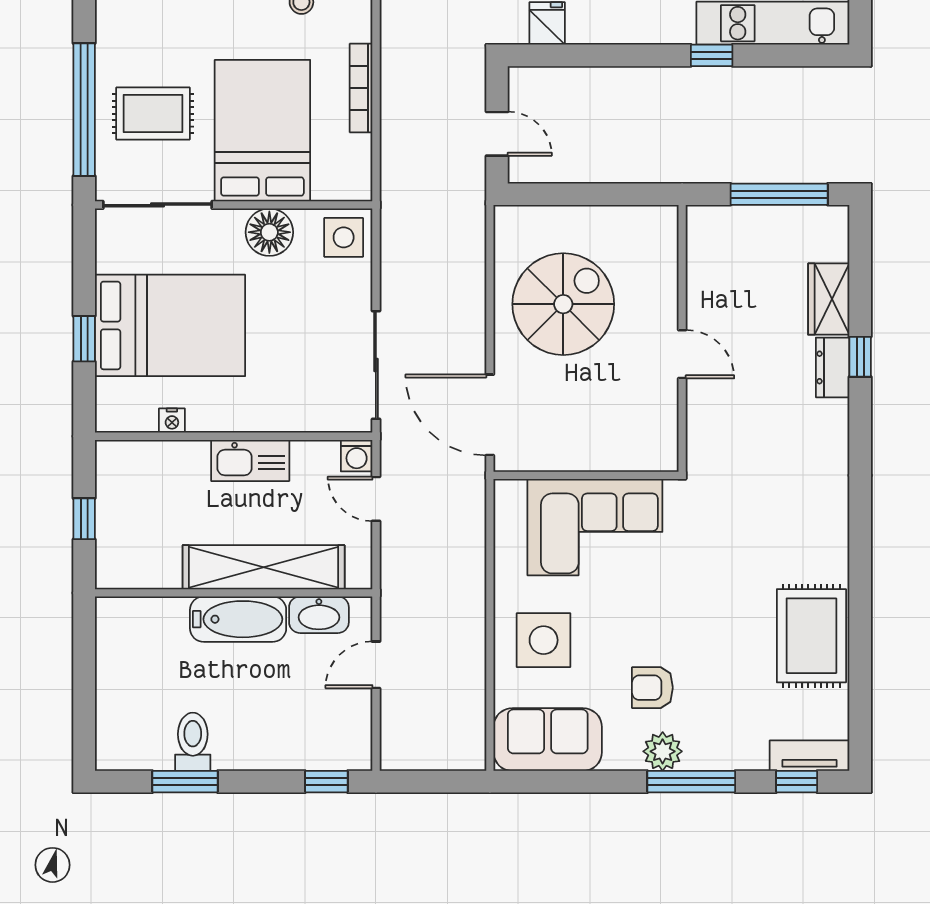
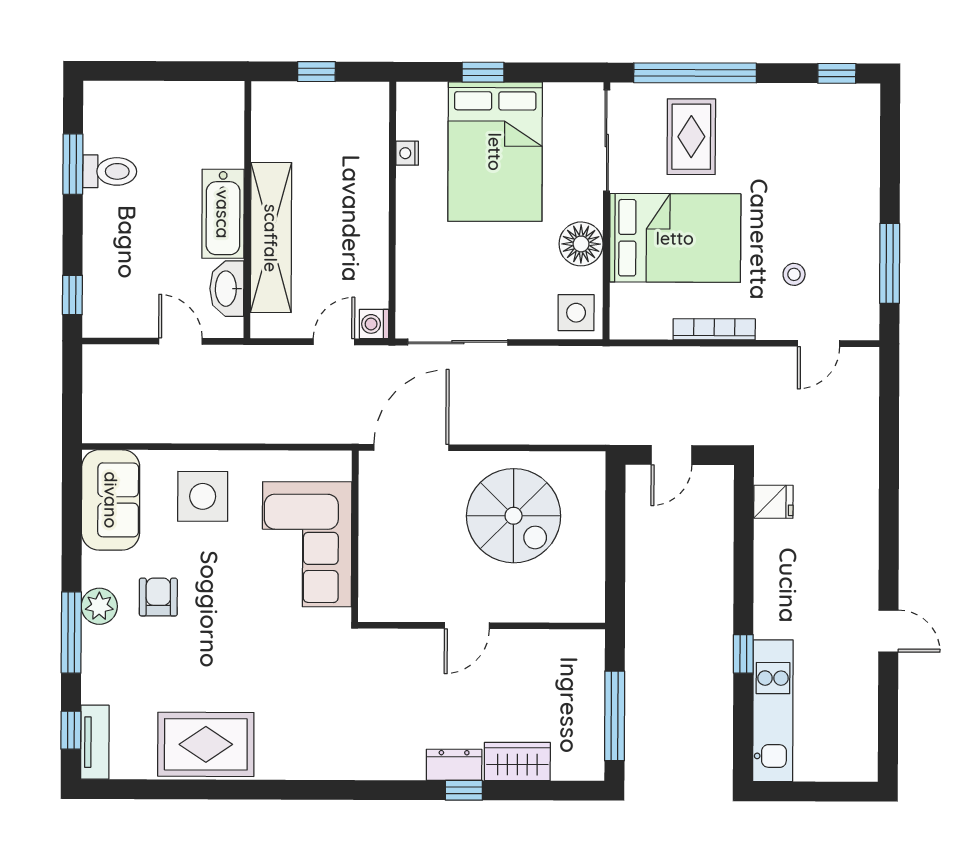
kitchen sink: (250, 460) -> (370, 225), removed

